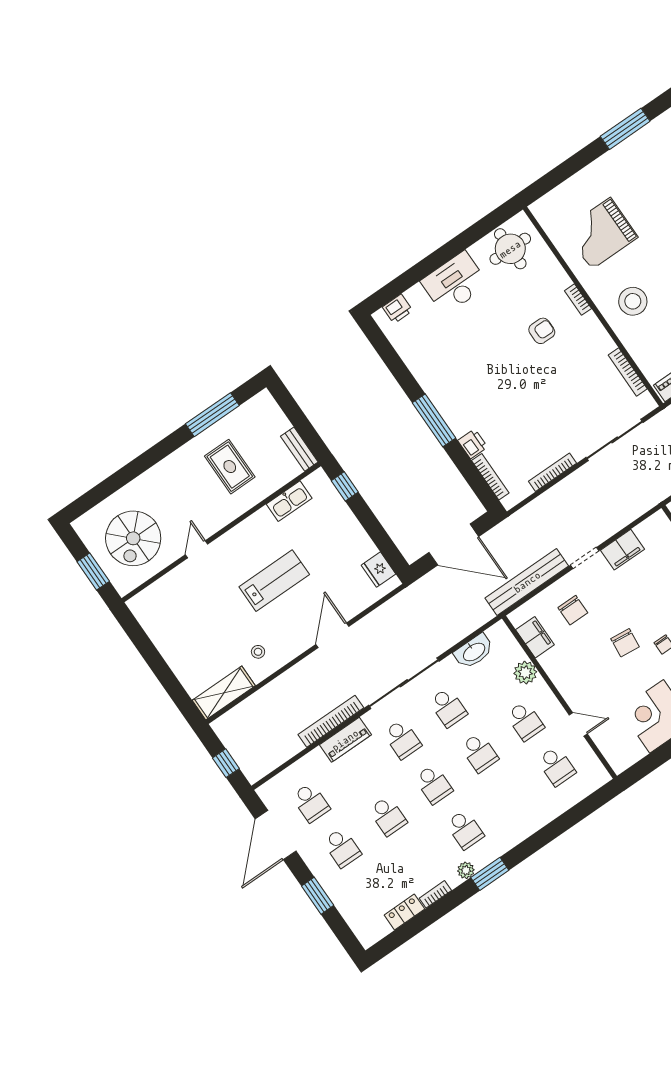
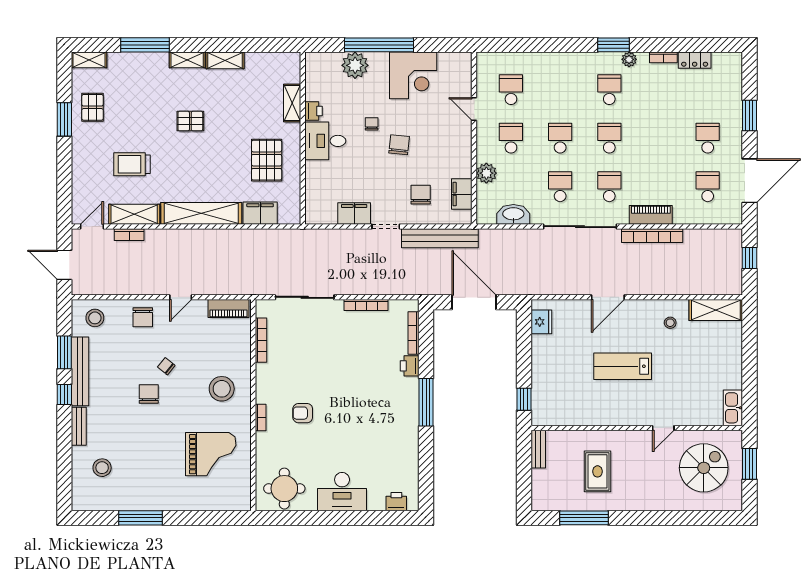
kitchen sink: (289, 501) -> (733, 408), moved, turned -90
school desk: (388, 816) -> (658, 138), removed

